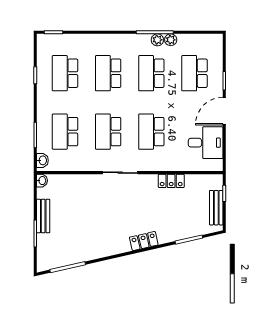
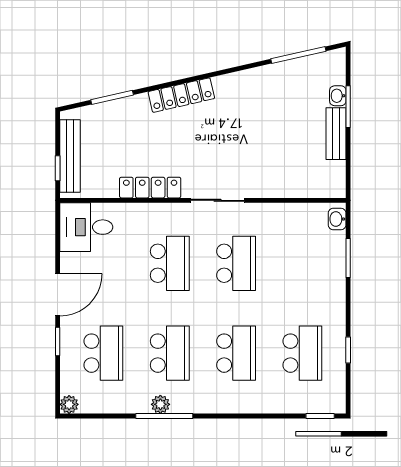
plant: (171, 40) -> (69, 404), moved
school desk: (65, 132) -> (302, 263), removed
desk: (206, 143) -> (86, 227), moved
washbasin: (42, 181) -> (338, 96), moved
locker: (171, 181) -> (150, 188), width x1.53
bench: (216, 208) -> (70, 156), width x1.36
locker: (144, 241) -> (181, 95), width x1.53

